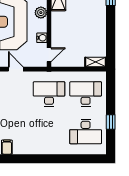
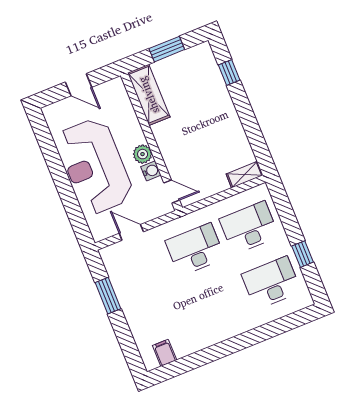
plant: (41, 13) -> (143, 154), moved
door: (49, 55) -> (172, 192), hinge flipped
desk: (86, 131) -> (271, 283), turned 180

